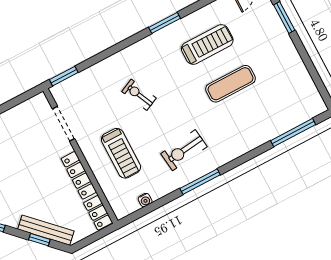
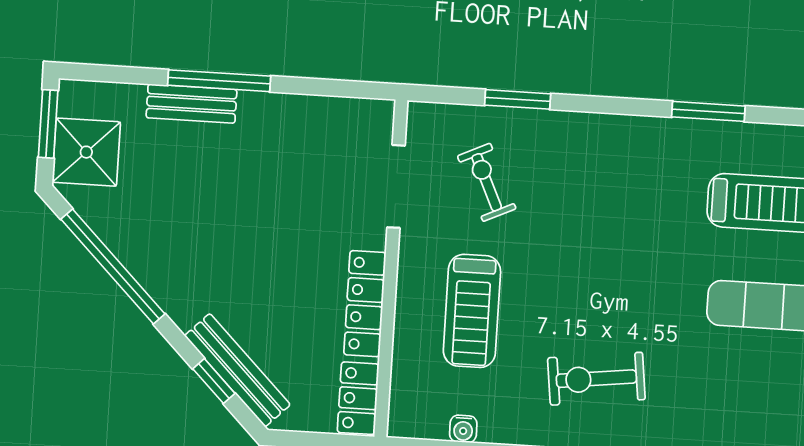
window: (64, 76) -> (518, 99), moved
exercise bike: (139, 95) -> (487, 182), moved

